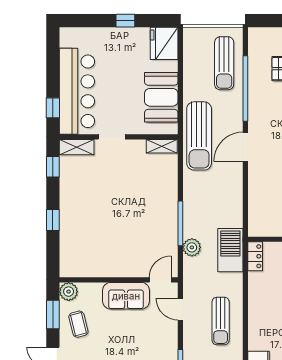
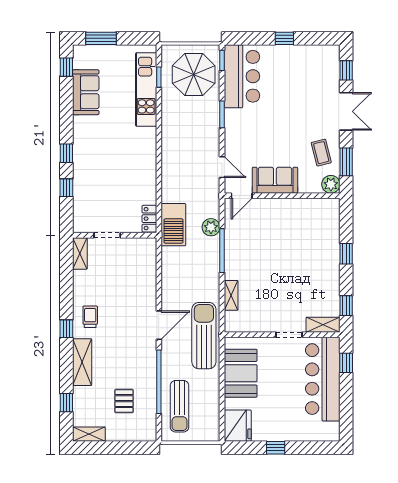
sun lounger: (224, 63) -> (180, 406), turned 180
shelving: (162, 146) -> (231, 295), moved, turned 90
sun lounger: (221, 321) -> (183, 156), removed

